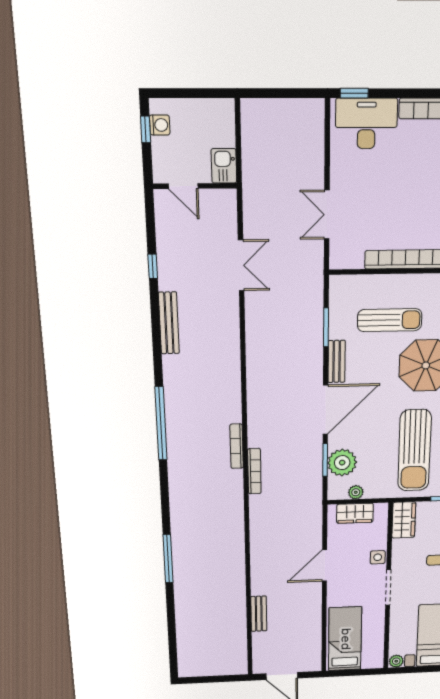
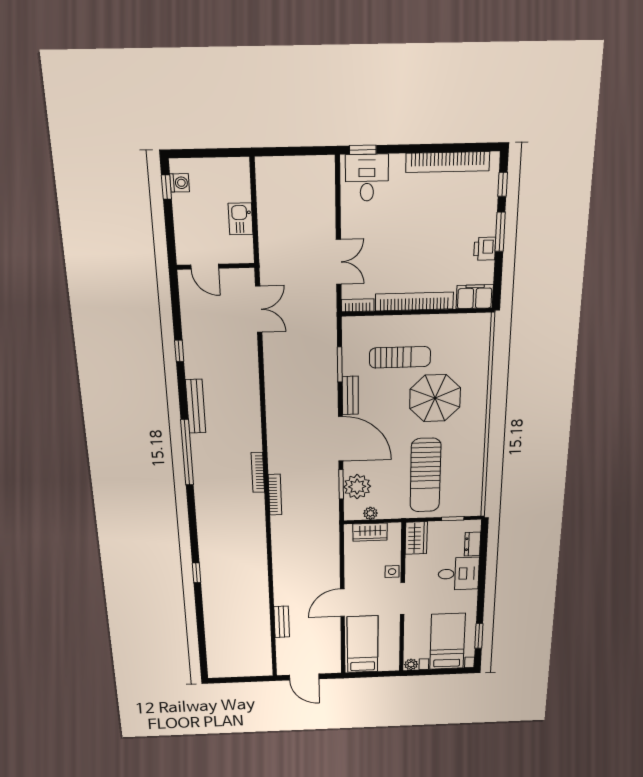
desk: (366, 124) -> (367, 178), width x0.73
door: (183, 186) -> (205, 267), moved
wall: (195, 186) -> (216, 266), moved
double door: (327, 215) -> (339, 262), swing flipped
bookcase: (346, 263) -> (358, 305), added
window: (153, 266) -> (179, 351), moved
bench: (169, 323) -> (196, 406), moved
door: (326, 410) -> (341, 439), hinge flipped
window: (168, 559) -> (196, 573), width x0.46
door: (324, 565) -> (342, 603), moved

